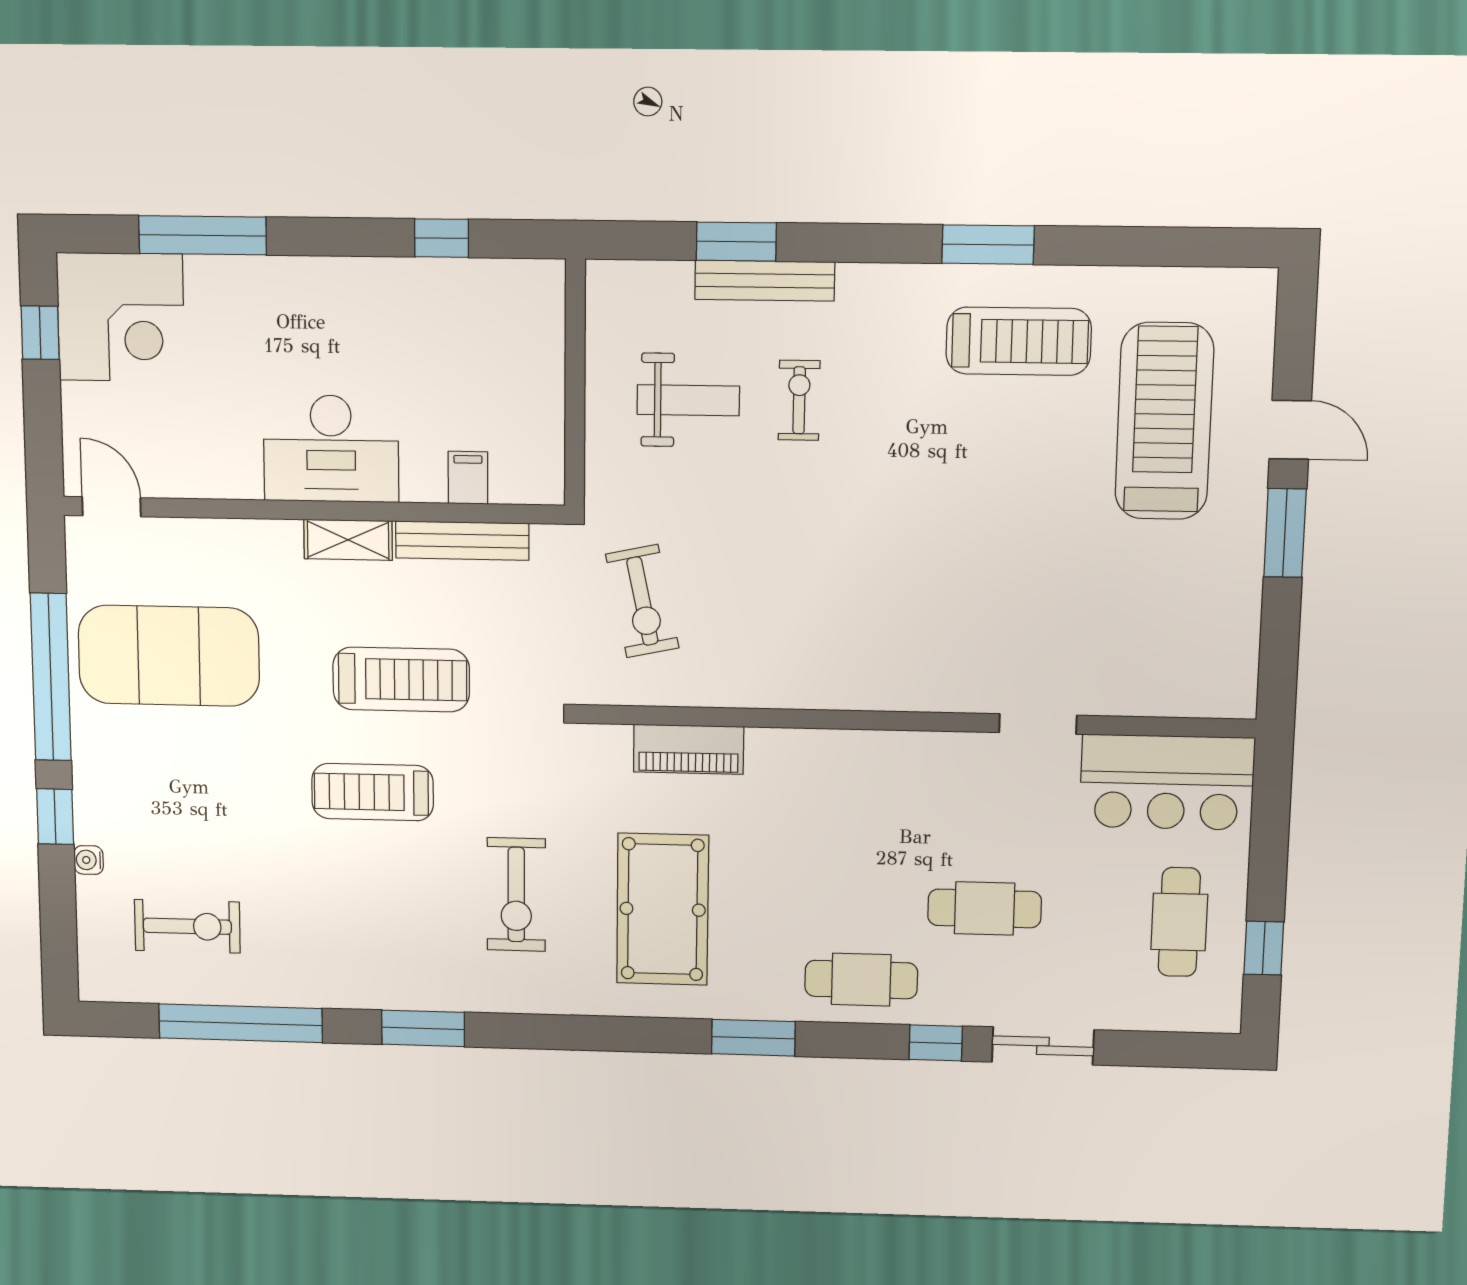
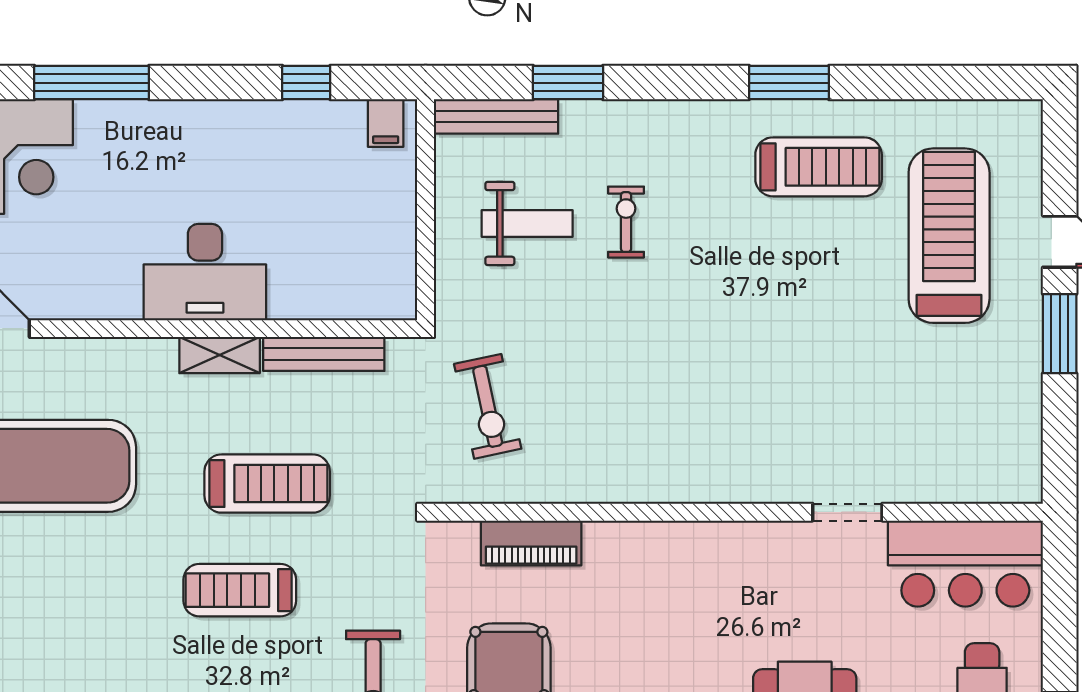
bench: (765, 281) -> (497, 116), moved
filing cabinet: (468, 478) -> (386, 123), moved, turned 180

